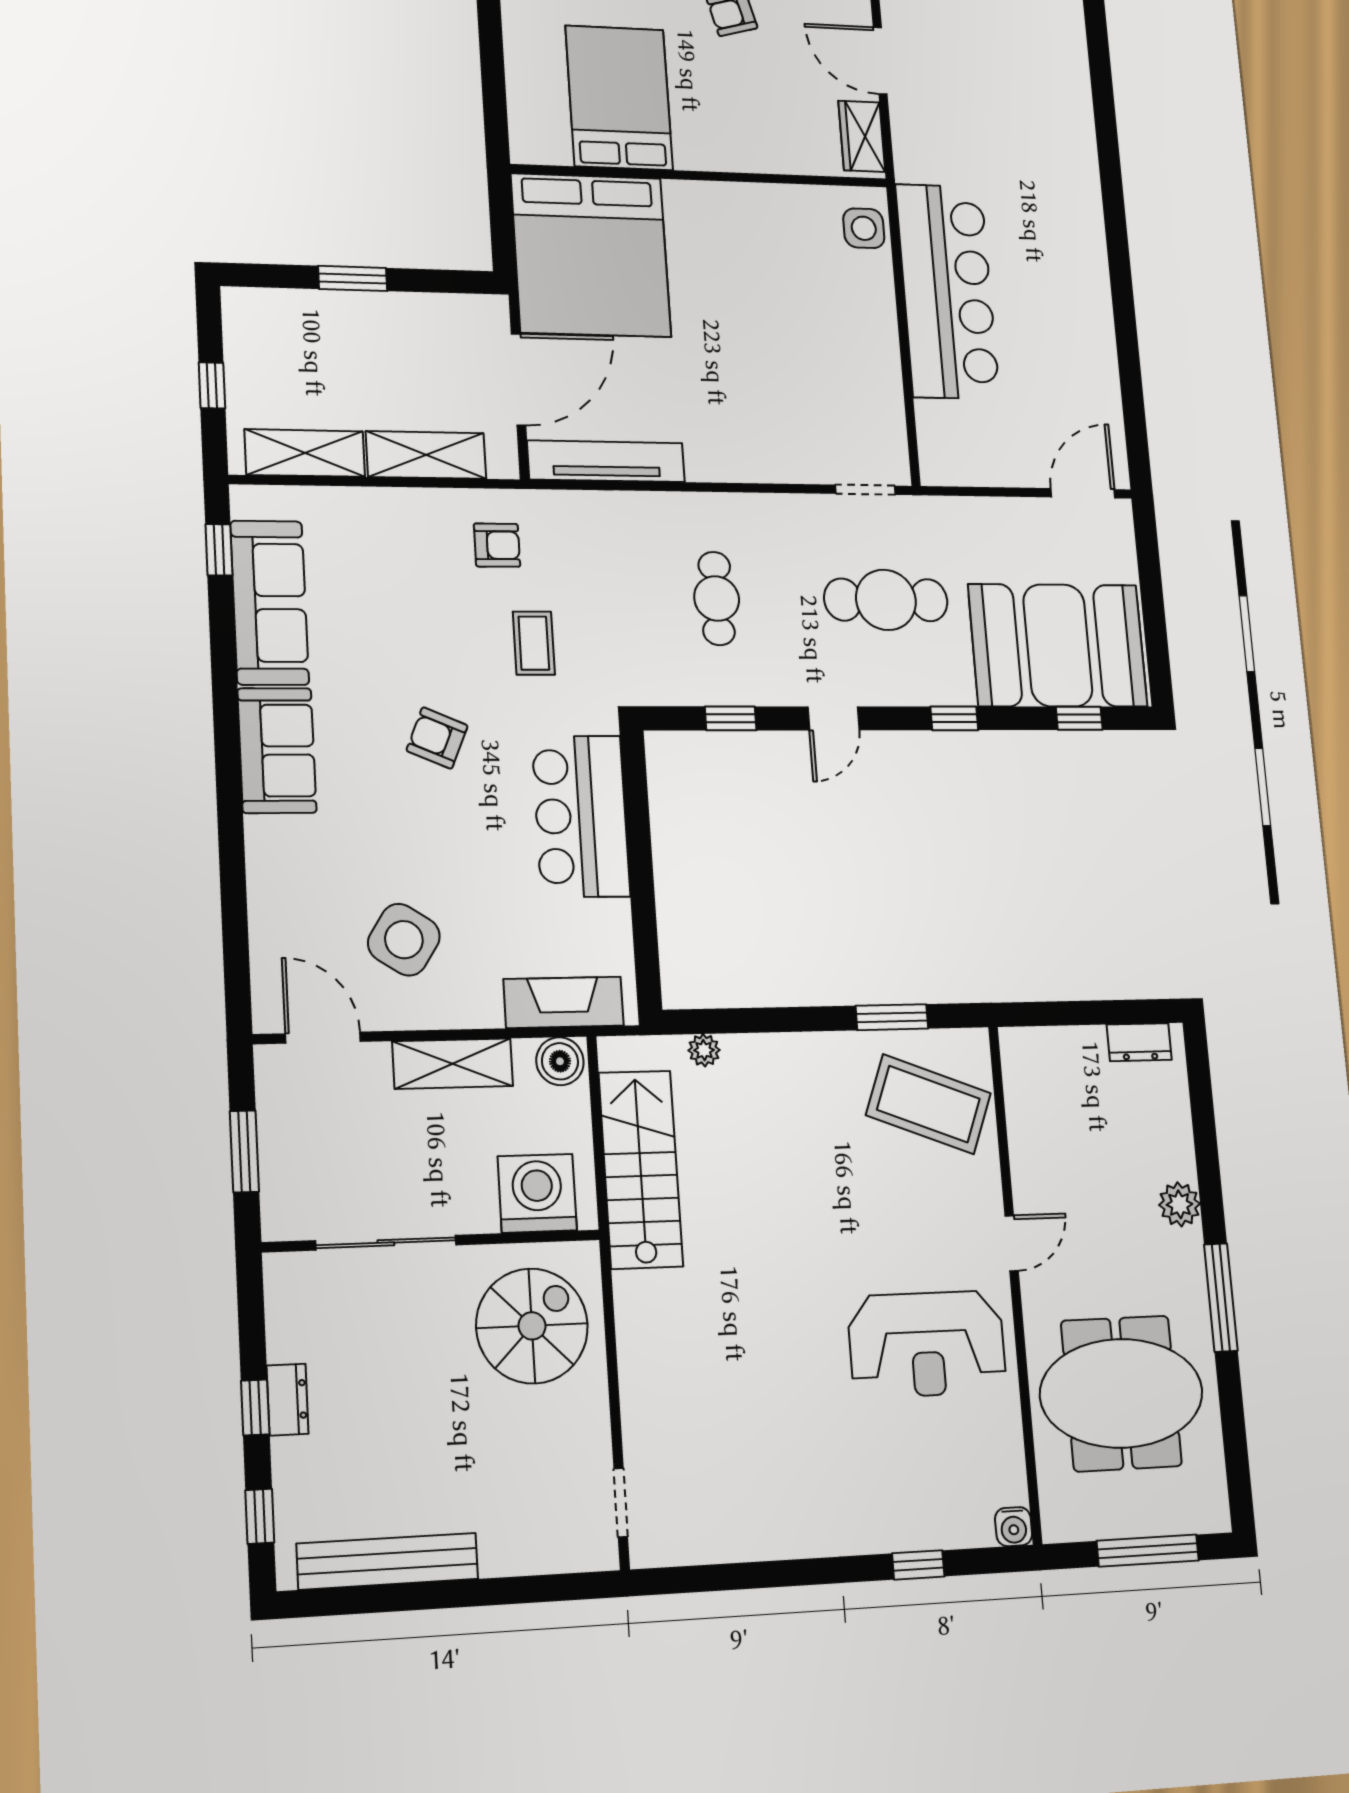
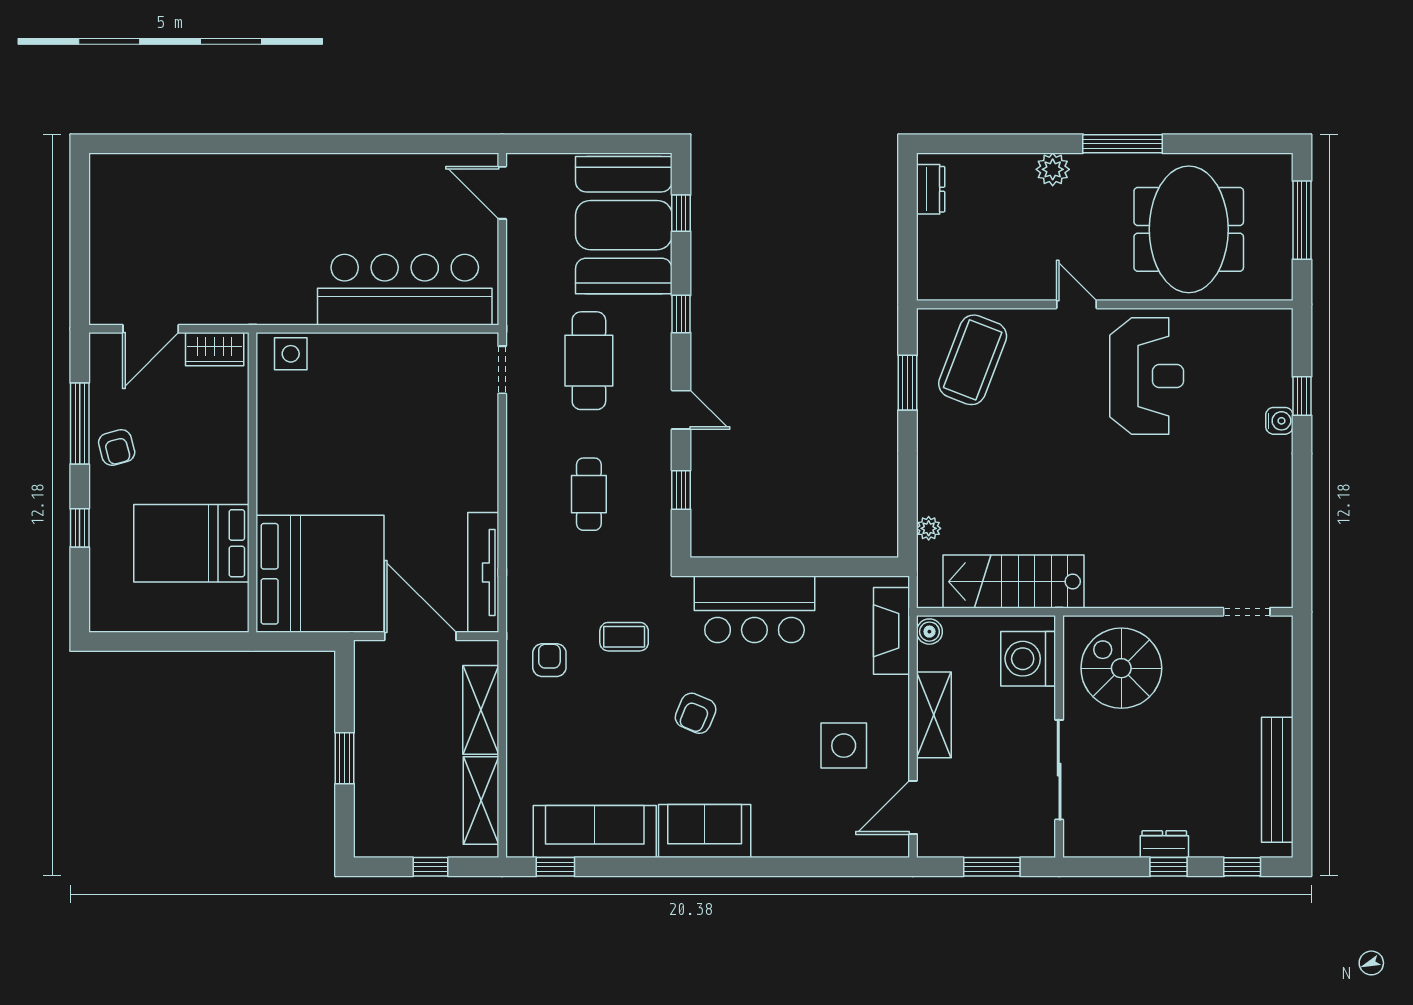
bar counter: (947, 291) -> (405, 290), moved
cafe table: (717, 599) -> (589, 494), turned 90
side table: (404, 940) -> (844, 746), turned -33
boiler: (560, 1061) -> (929, 632), width x0.73, depth x0.73
water cooler: (1014, 1527) -> (1279, 421), moved

